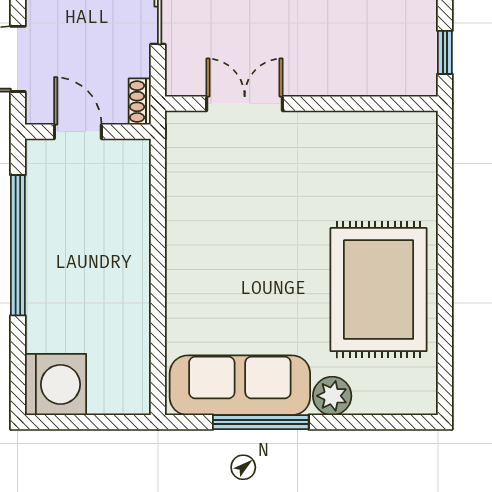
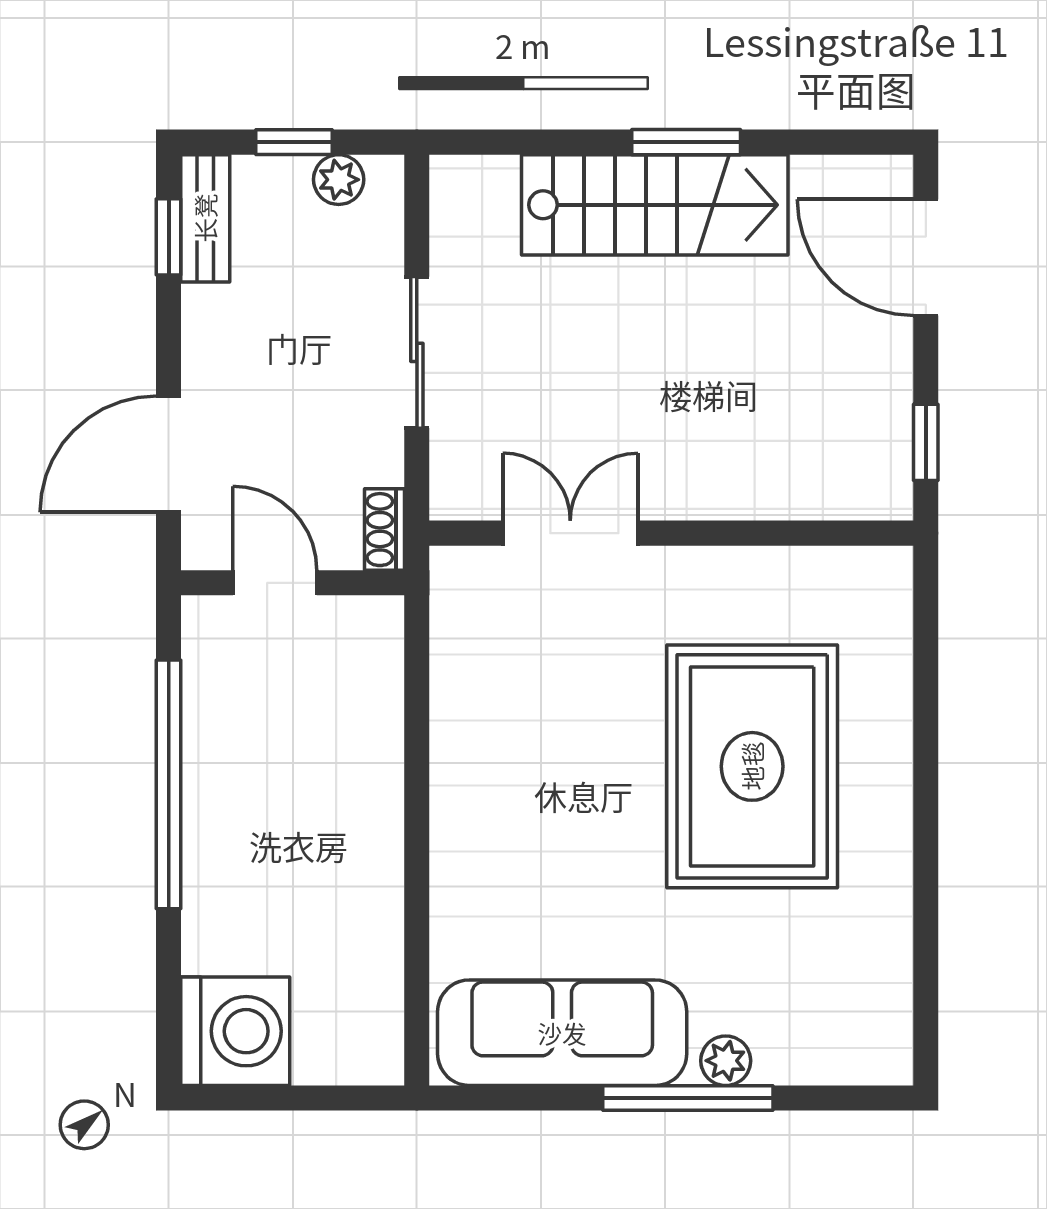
rug: (379, 290) -> (752, 766), moved
plant: (332, 396) -> (726, 1061), width x0.73, depth x0.73
window: (261, 422) -> (688, 1098), moved

